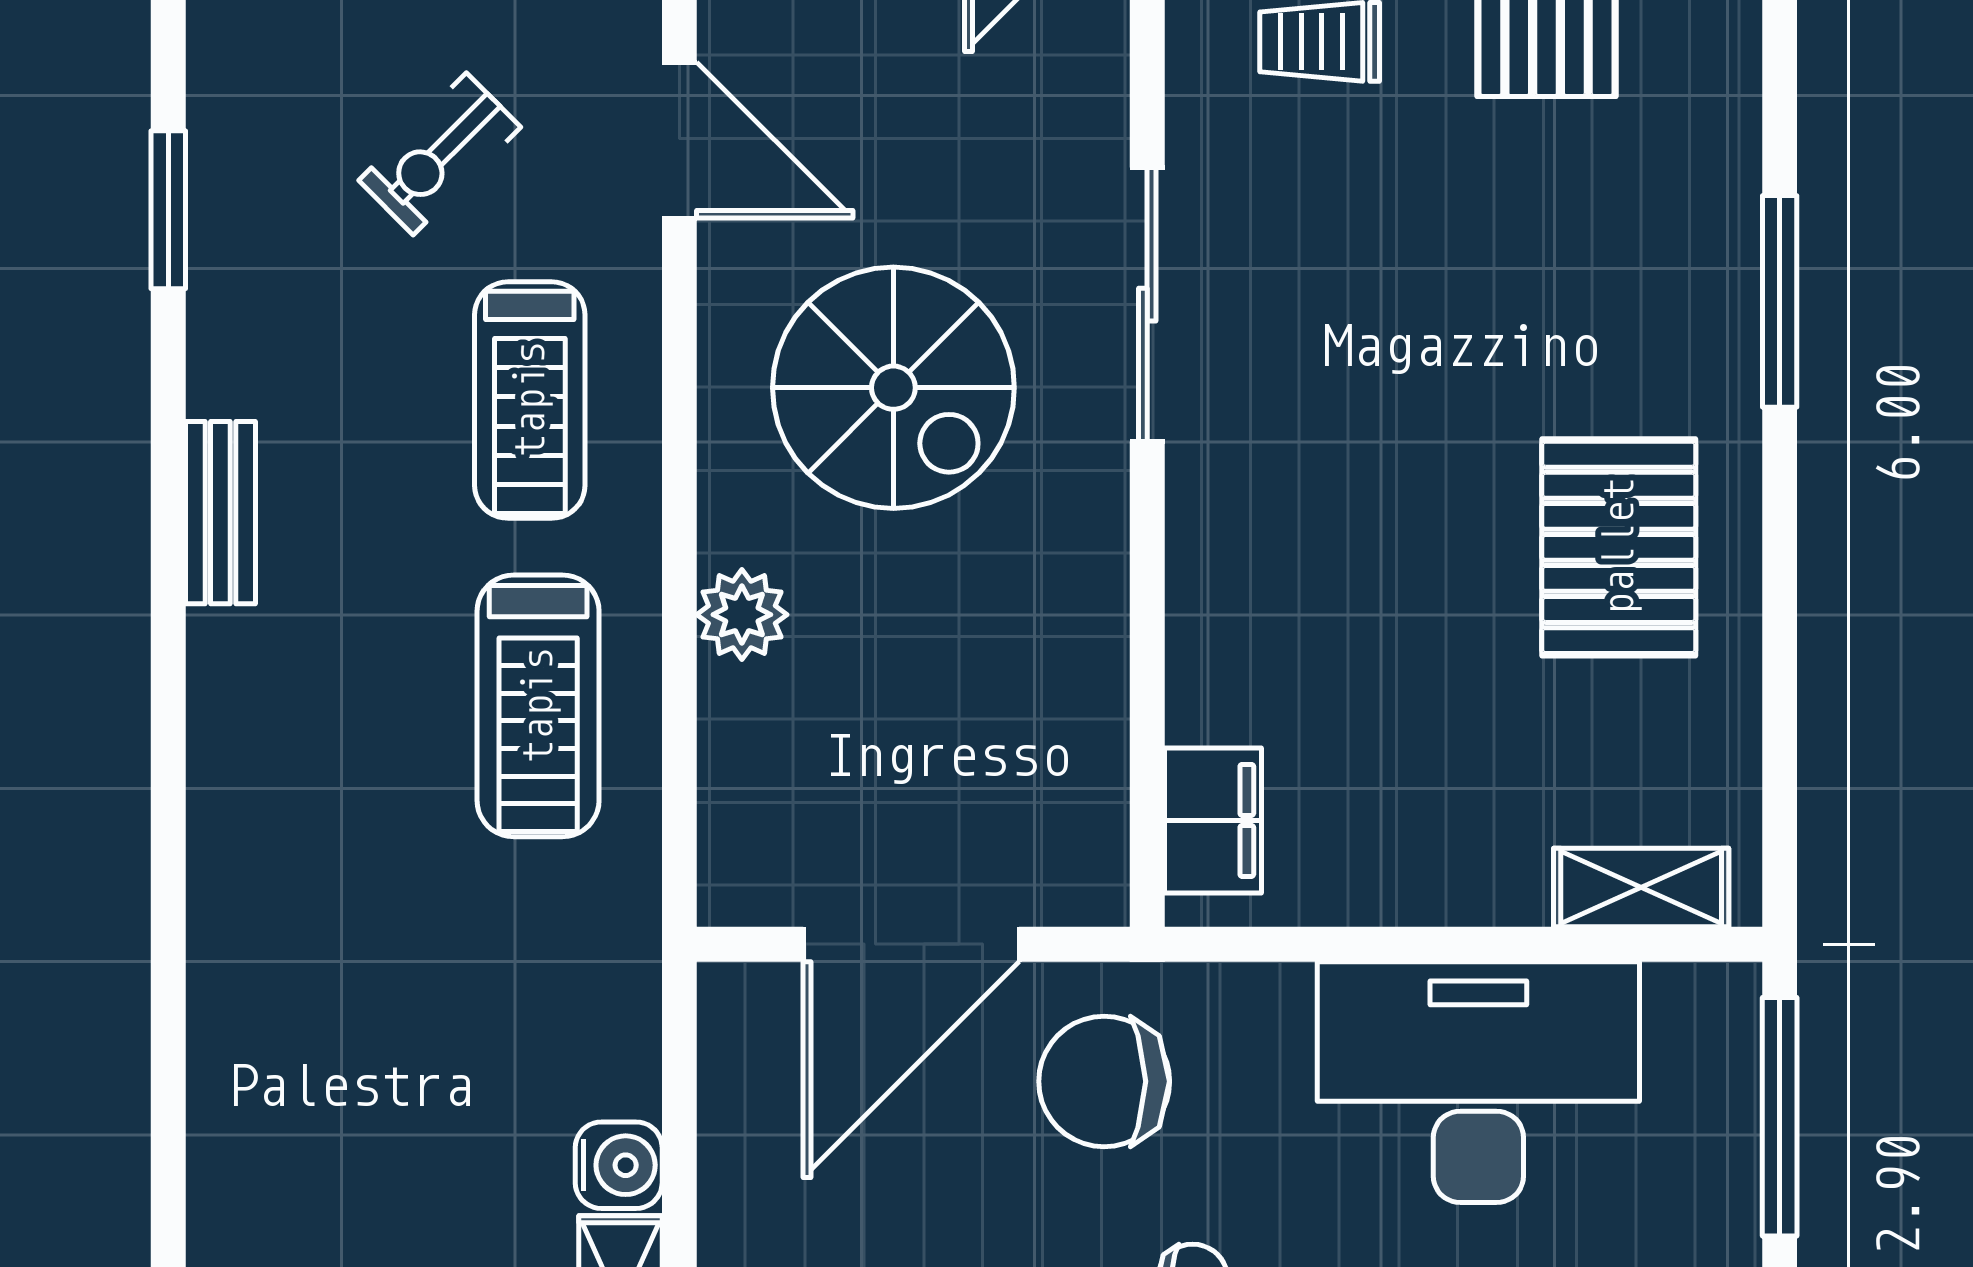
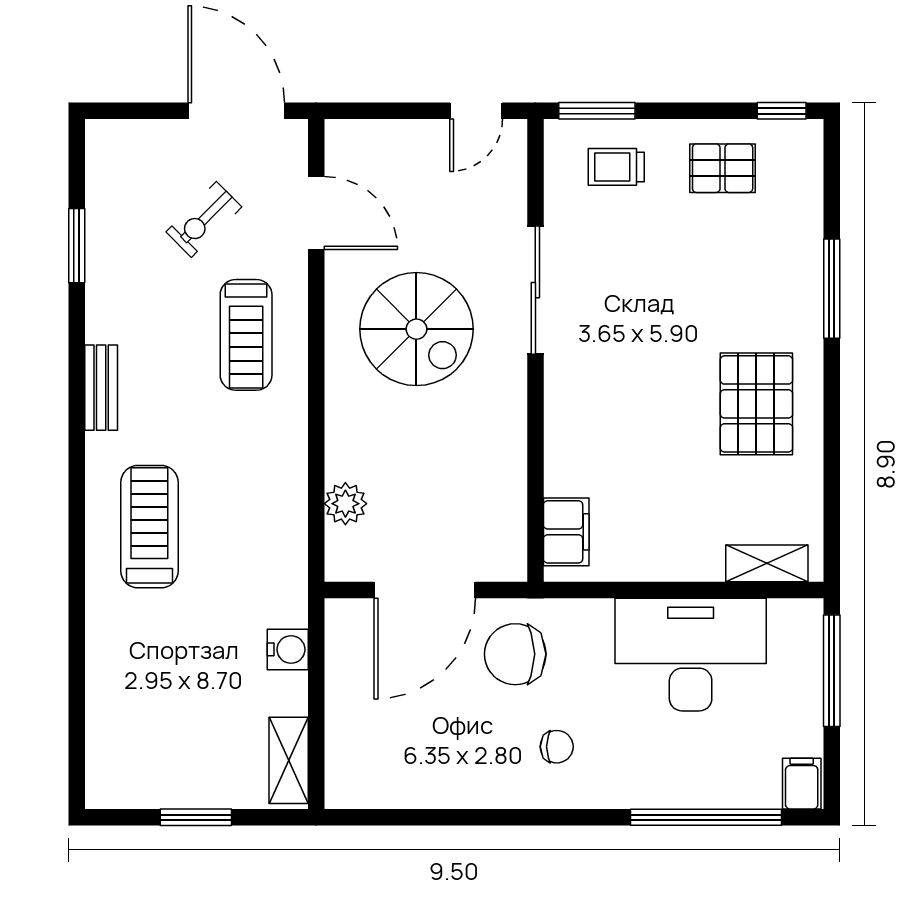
plant: (742, 615) -> (345, 504), moved
treadmill: (538, 706) -> (149, 527), moved, turned 180
water cooler: (619, 1165) -> (288, 649), moved

